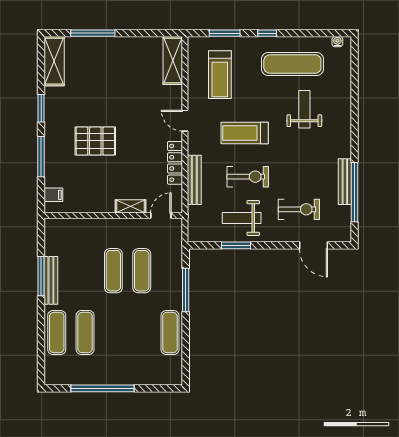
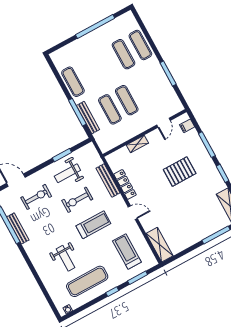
exercise bike: (299, 209) -> (36, 197), turned 180
door: (161, 216) -> (163, 123), moved
weight bench: (242, 218) -> (67, 173), turned 180
bench: (51, 280) -> (88, 118), moved

